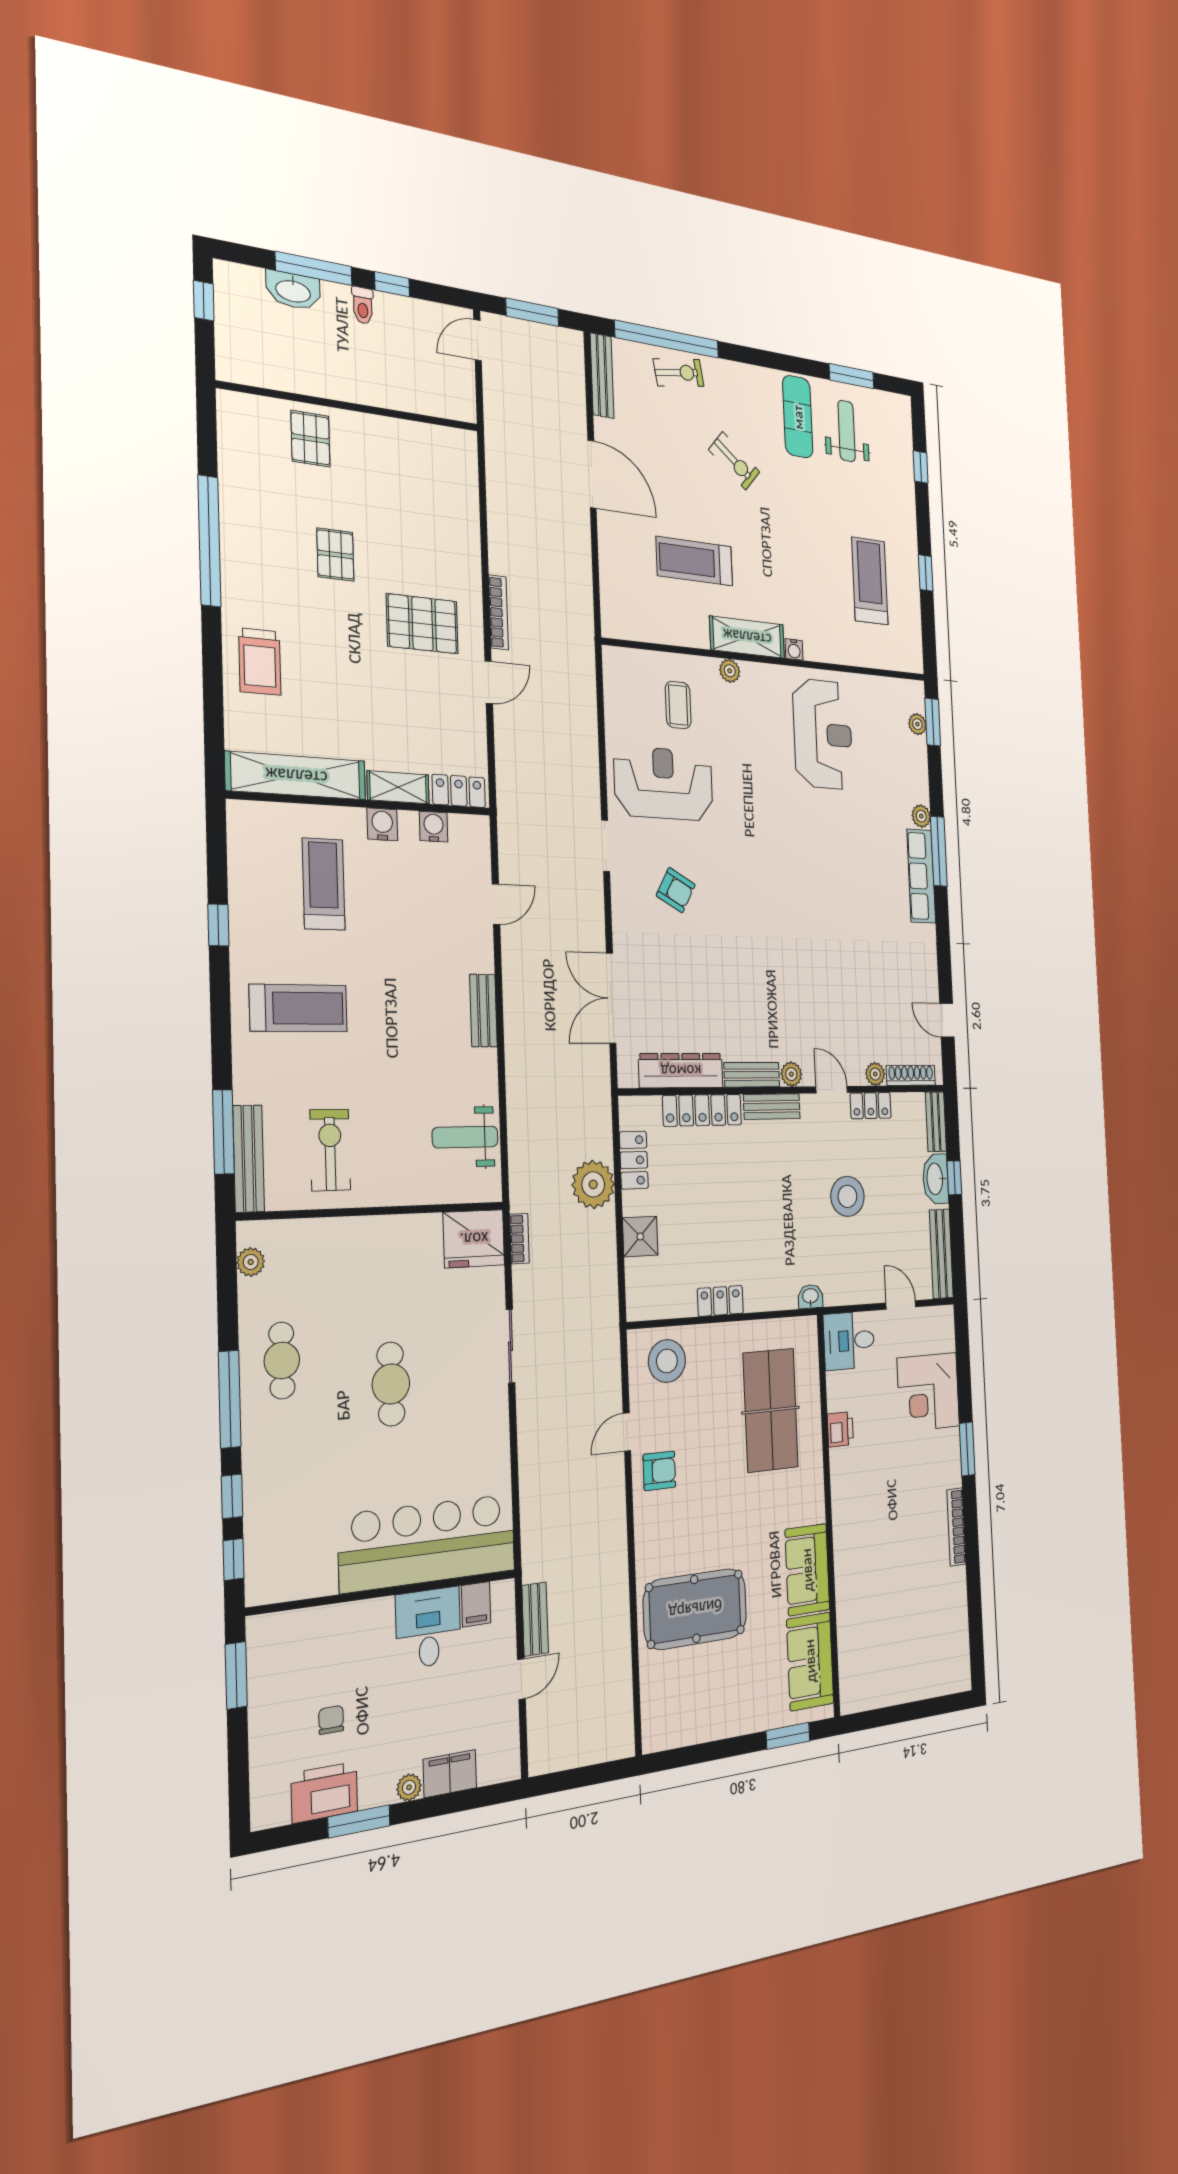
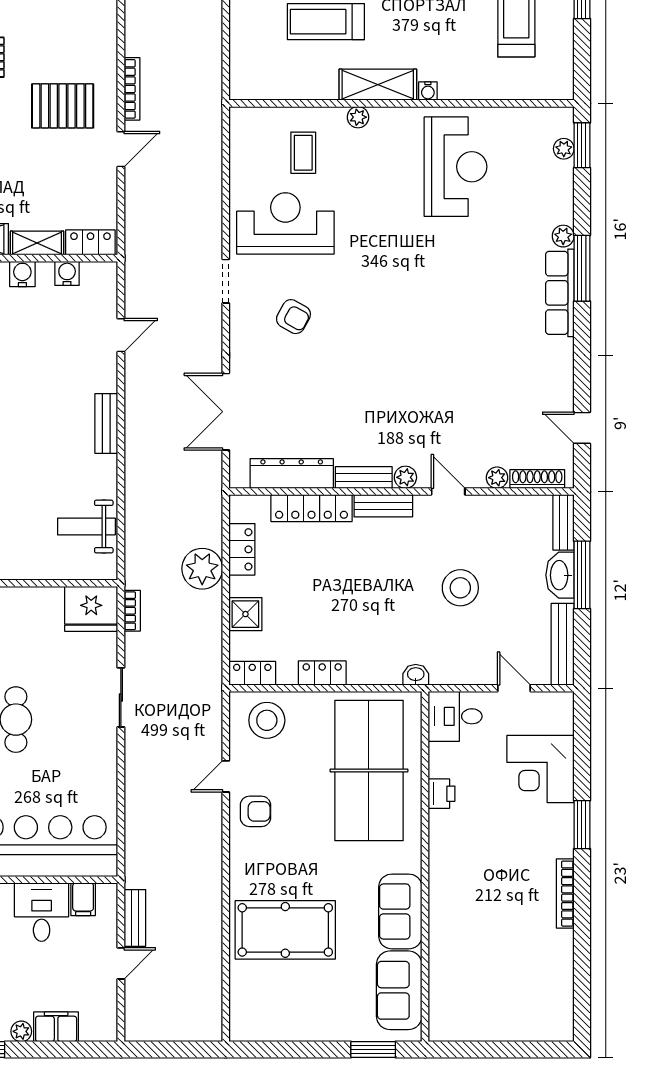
locker: (871, 1106) -> (252, 673), moved, turned 180
window: (954, 1178) -> (582, 575), width x2.17
table tennis table: (771, 1410) -> (369, 770), width x1.36, depth x1.32

